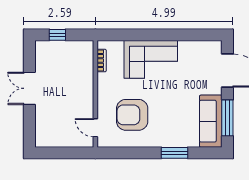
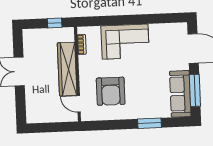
window: (57, 35) -> (55, 23), moved
wardrobe: (84, 88) -> (67, 69), added
armchair: (132, 115) -> (111, 91), turned -90

